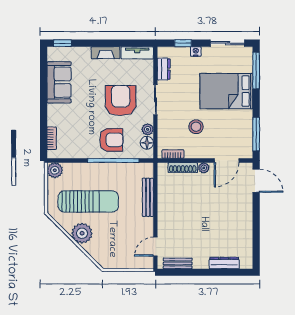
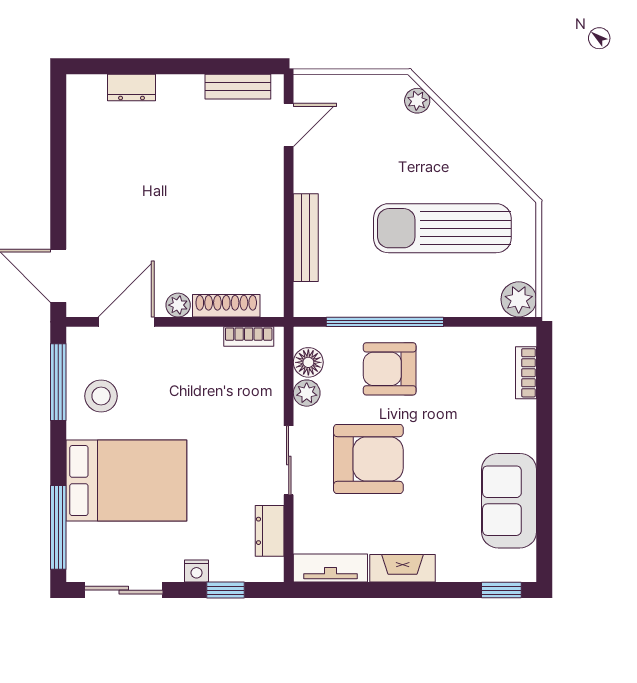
armchair: (121, 100) -> (368, 459), turned -90
stool: (196, 127) -> (101, 396), moved
plant: (82, 233) -> (417, 101), moved, width x0.53, depth x0.53
dresser: (224, 263) -> (132, 88), width x0.70

